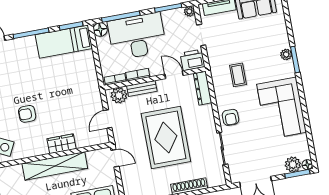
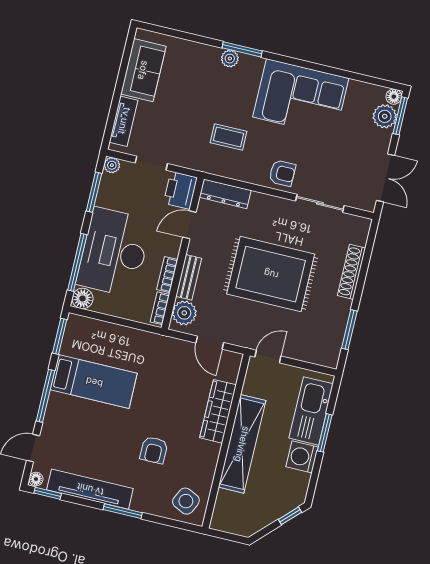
bed: (64, 42) -> (94, 382), moved, turned -90
wardrobe: (61, 144) -> (218, 411), width x1.50

